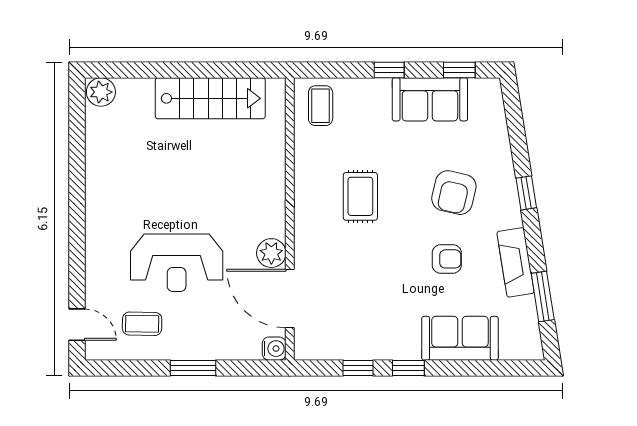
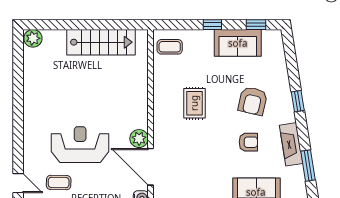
coffee table: (321, 106) -> (170, 47), turned 90
reception desk: (177, 263) -> (80, 145), turned 180

